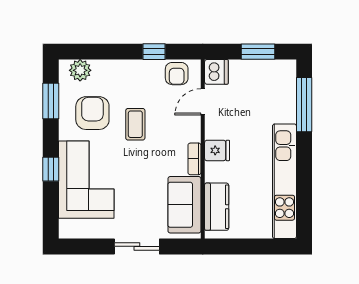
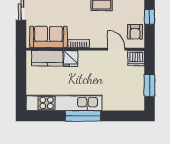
armchair: (177, 74) -> (135, 32), turned -90
window: (304, 105) -> (83, 116), moved
fridge: (217, 150) -> (71, 59), moved

